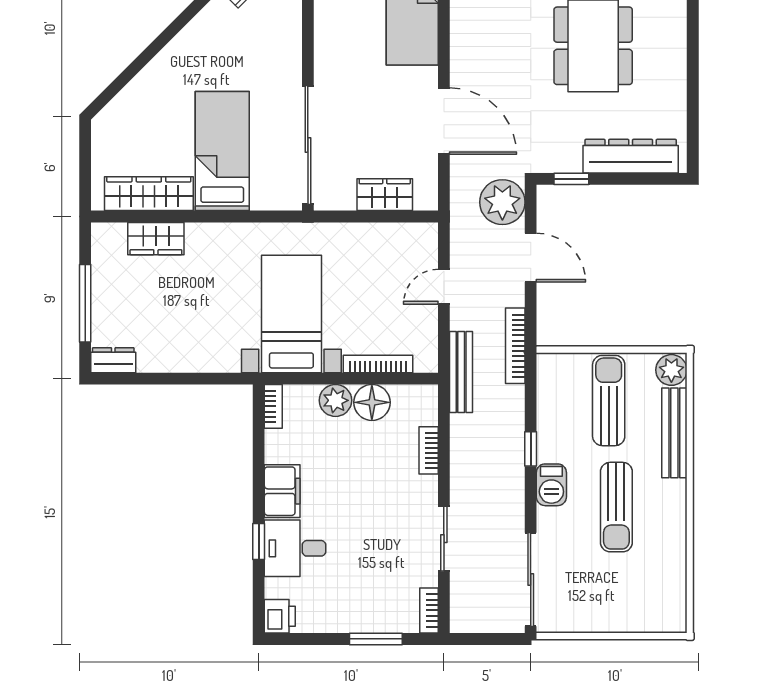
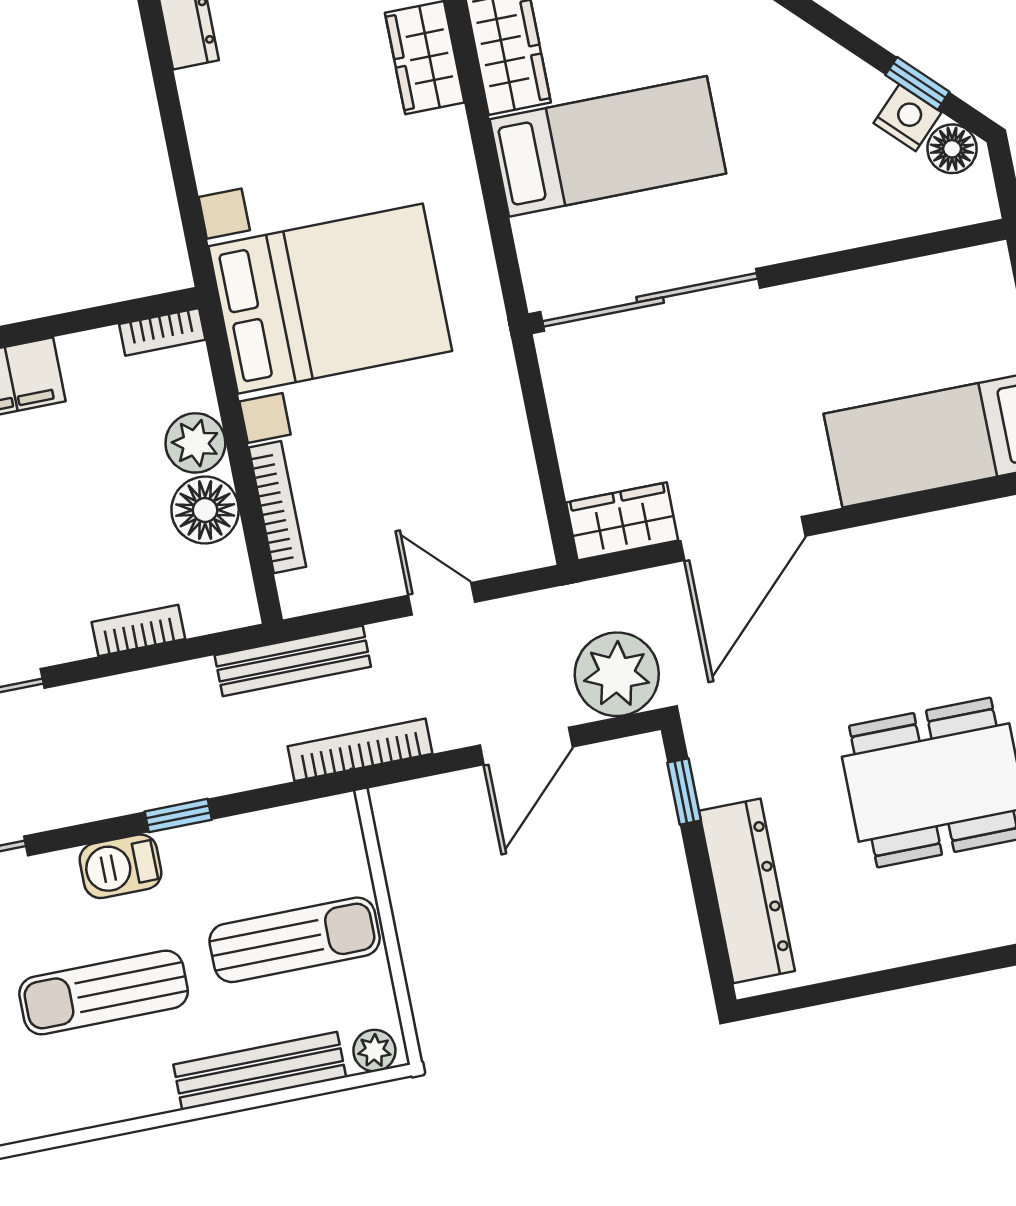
wardrobe: (385, 195) -> (622, 521), moved, turned -90
bed with nightstands: (291, 314) -> (330, 299), width x1.36
plant: (671, 370) -> (374, 1051), width x0.73, depth x0.73

